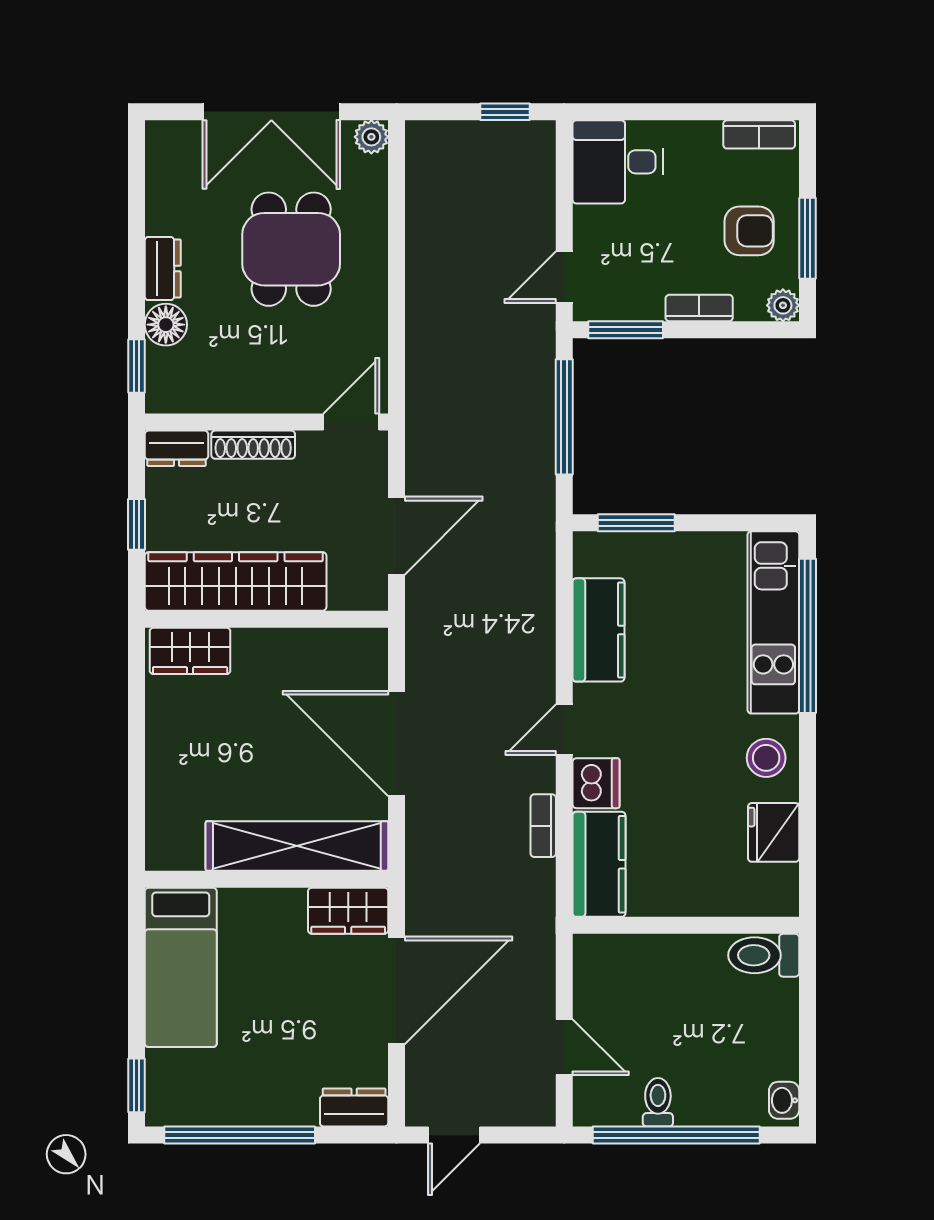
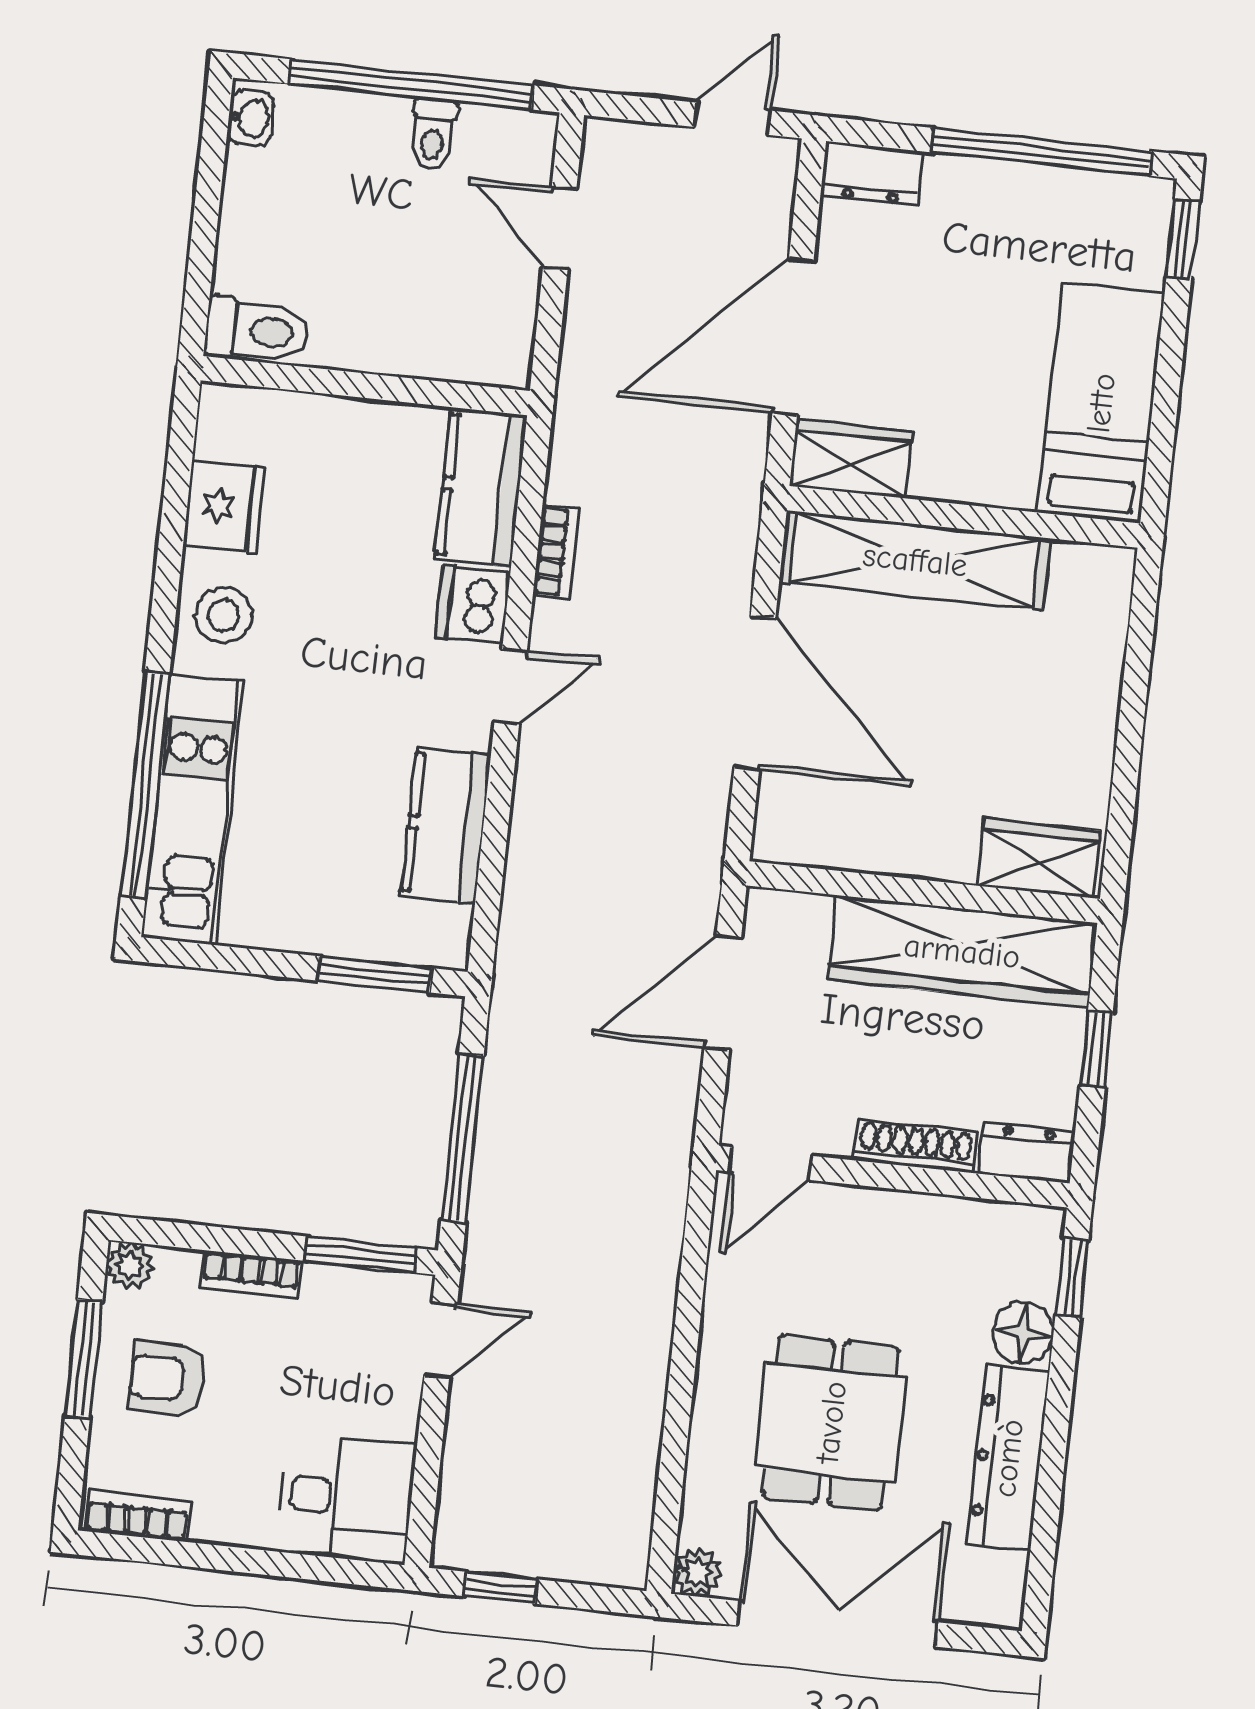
dresser: (163, 269) -> (1008, 1458), width x1.96, depth x1.24

